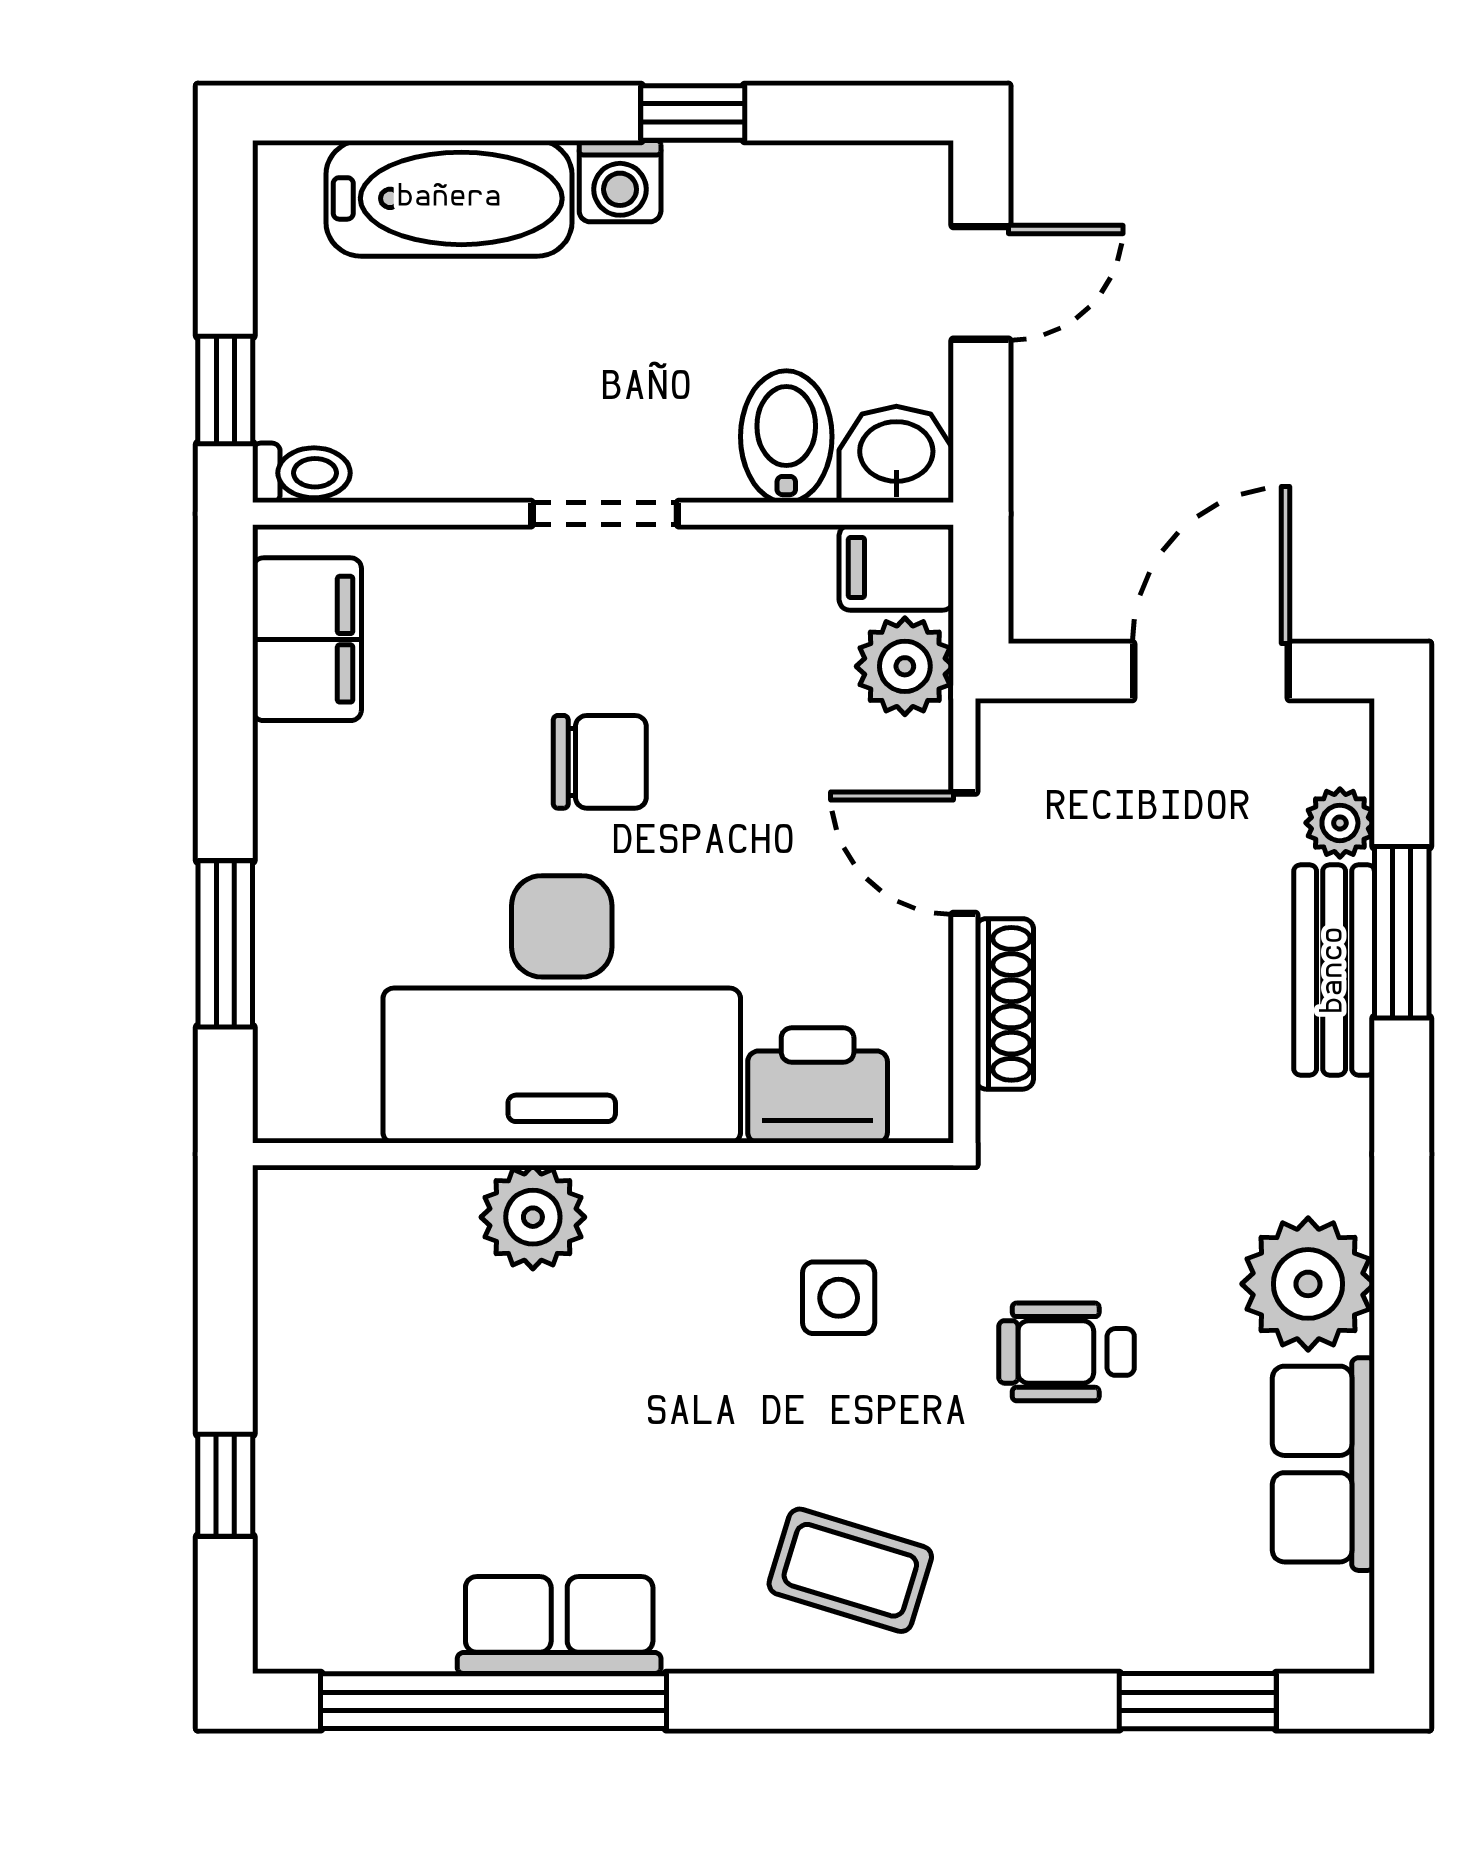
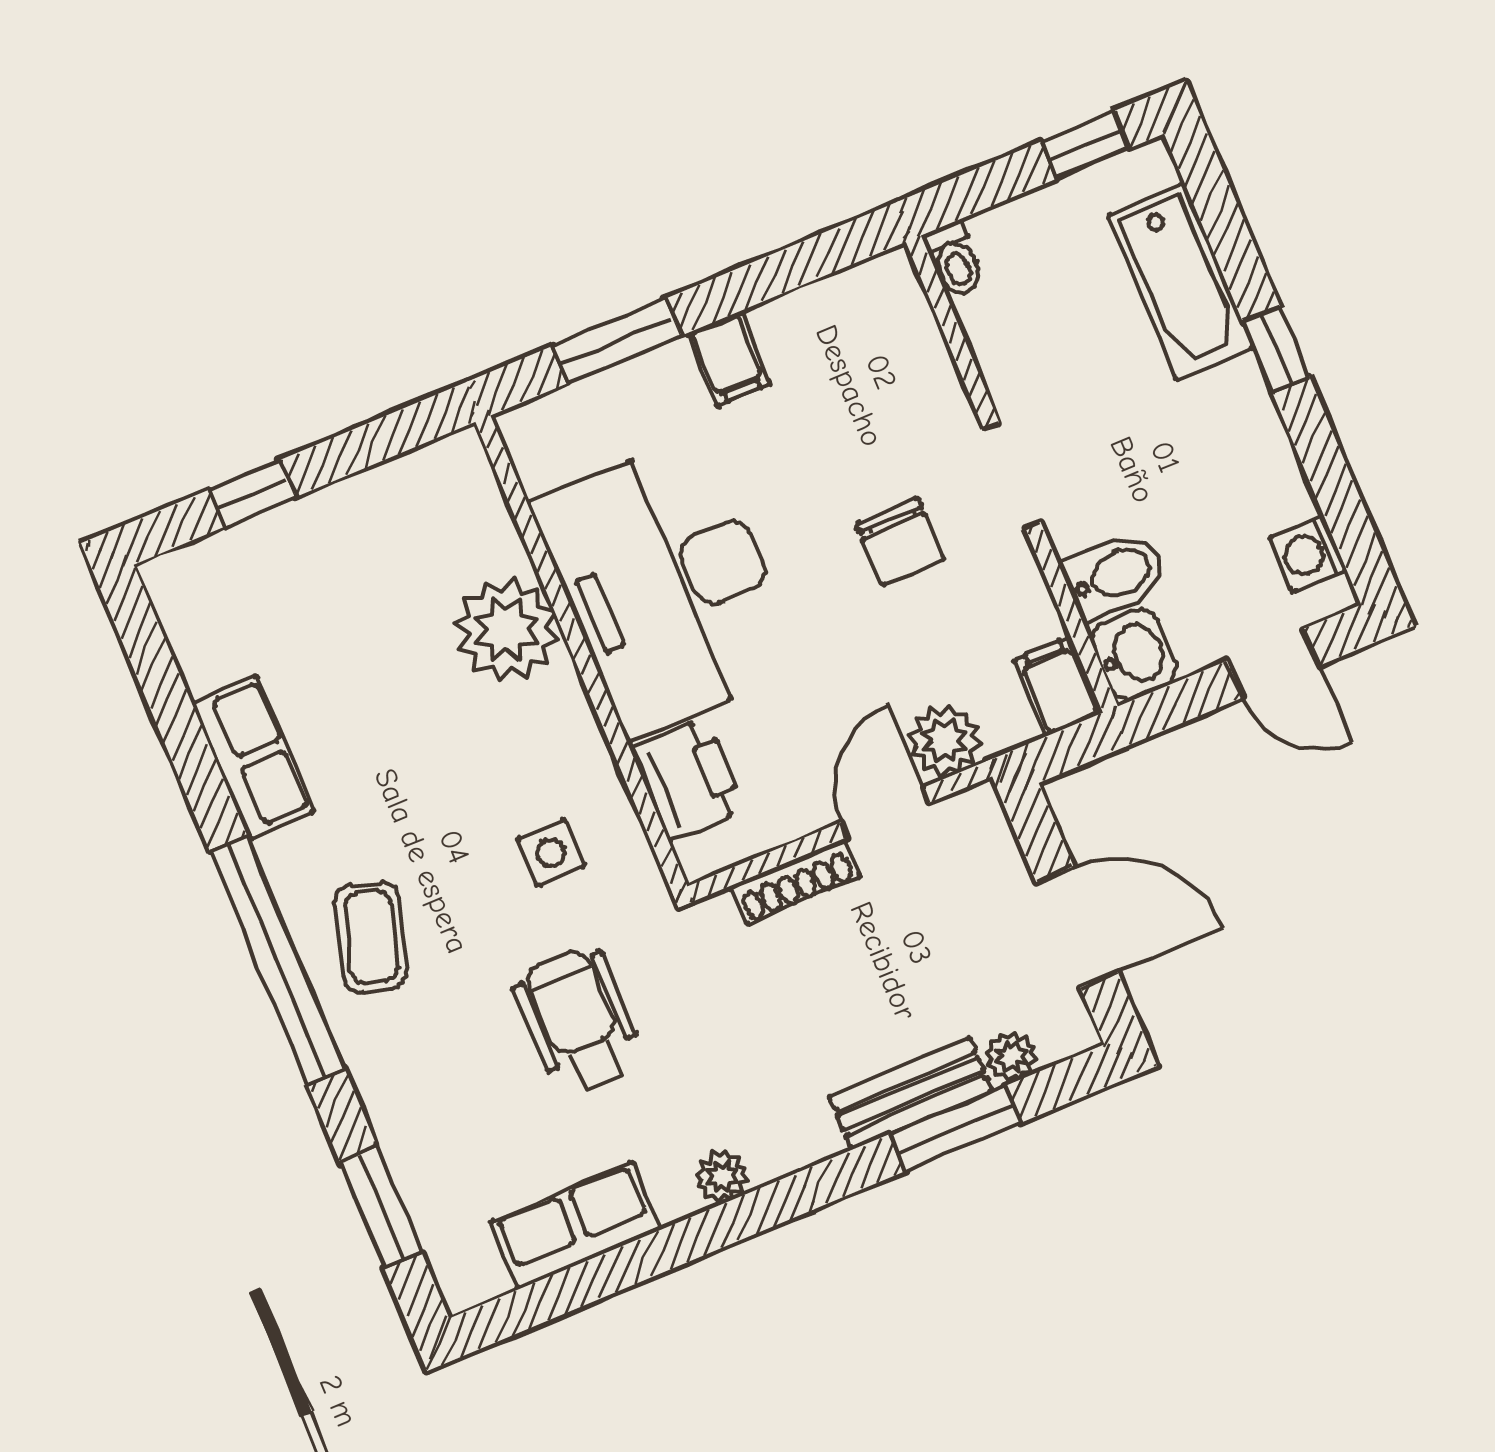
window: (693, 113) -> (1276, 350), moved
washing machine: (620, 181) -> (1308, 554), moved
window: (225, 390) -> (1085, 145), moved
filing cabinet: (307, 639) -> (729, 359), moved, width x0.50
plant: (905, 666) -> (944, 741), moved
chair: (600, 762) -> (900, 542), moved
plant: (533, 1217) -> (507, 630), width x1.36, depth x1.36
plant: (1308, 1284) -> (722, 1177), width x0.53, depth x0.53
wheelchair: (1067, 1352) -> (579, 1021), width x1.36, depth x1.37
window: (494, 1701) -> (277, 960), moved

